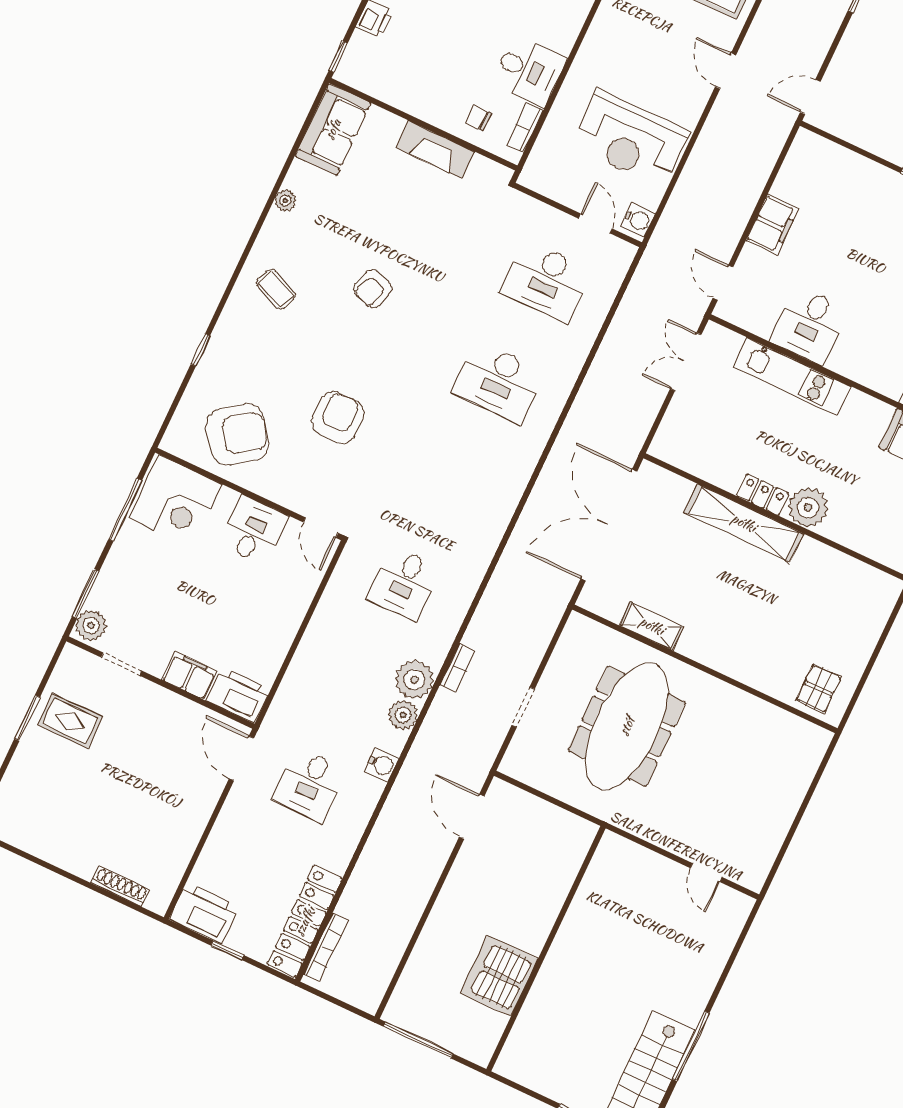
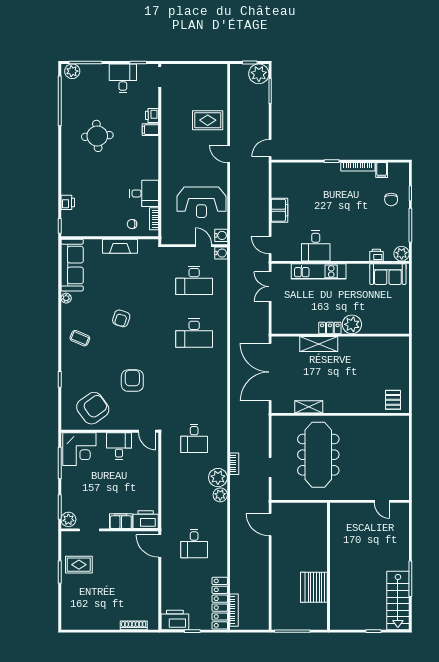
sofa: (333, 129) -> (72, 265), width x1.36
shelving: (744, 523) -> (319, 344), width x0.68
water cooler: (382, 765) -> (221, 253), moved

